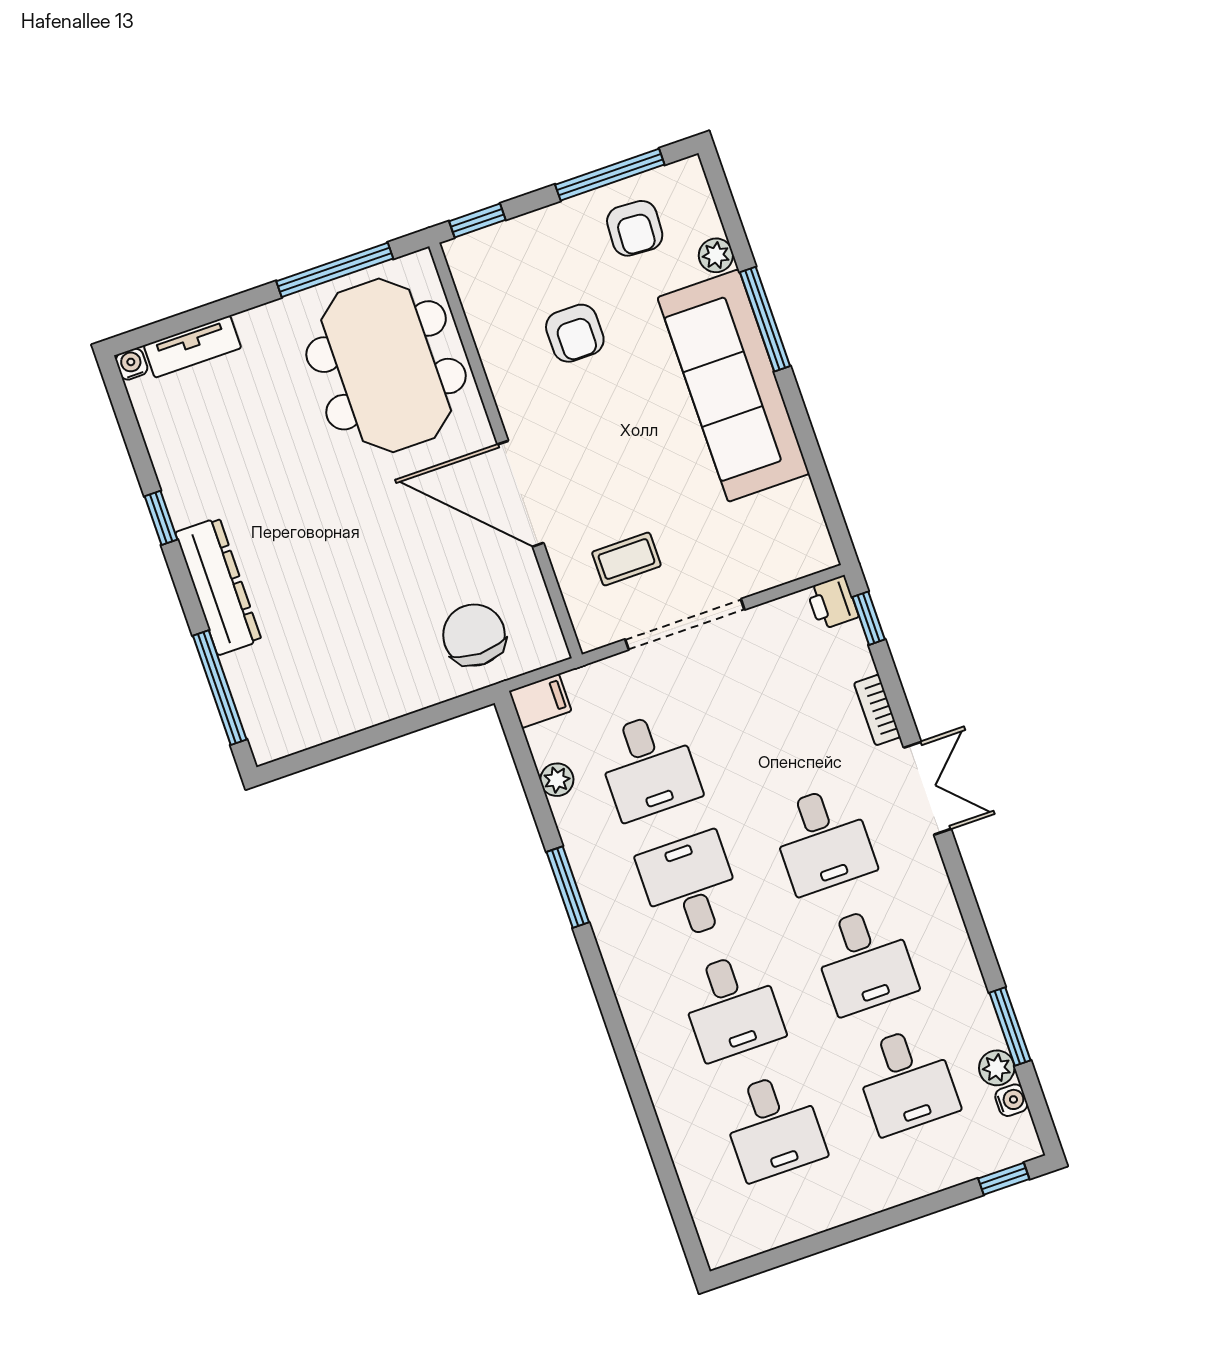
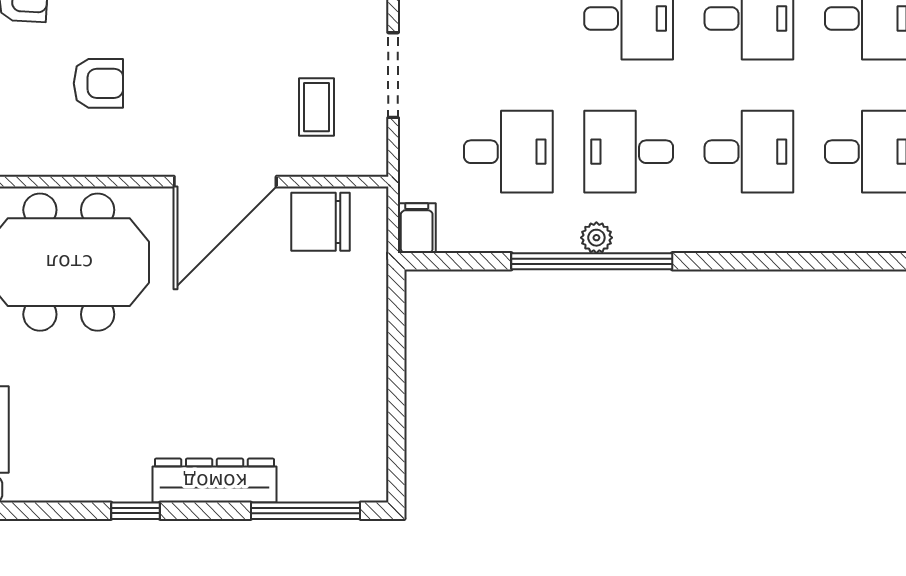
doorway: (685, 624) -> (393, 75), width x0.73
chair: (474, 635) -> (321, 222), moved
plant: (557, 780) -> (596, 238), moved
window: (568, 887) -> (592, 261), width x2.11

